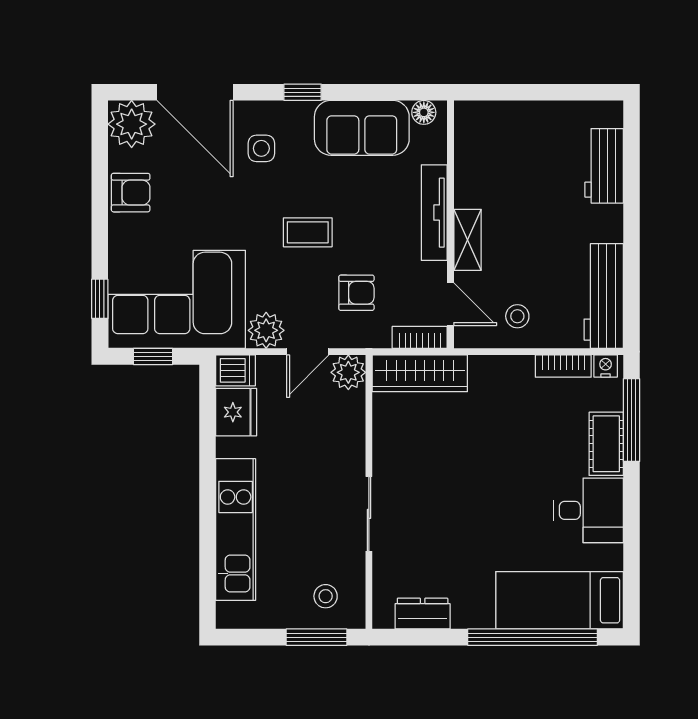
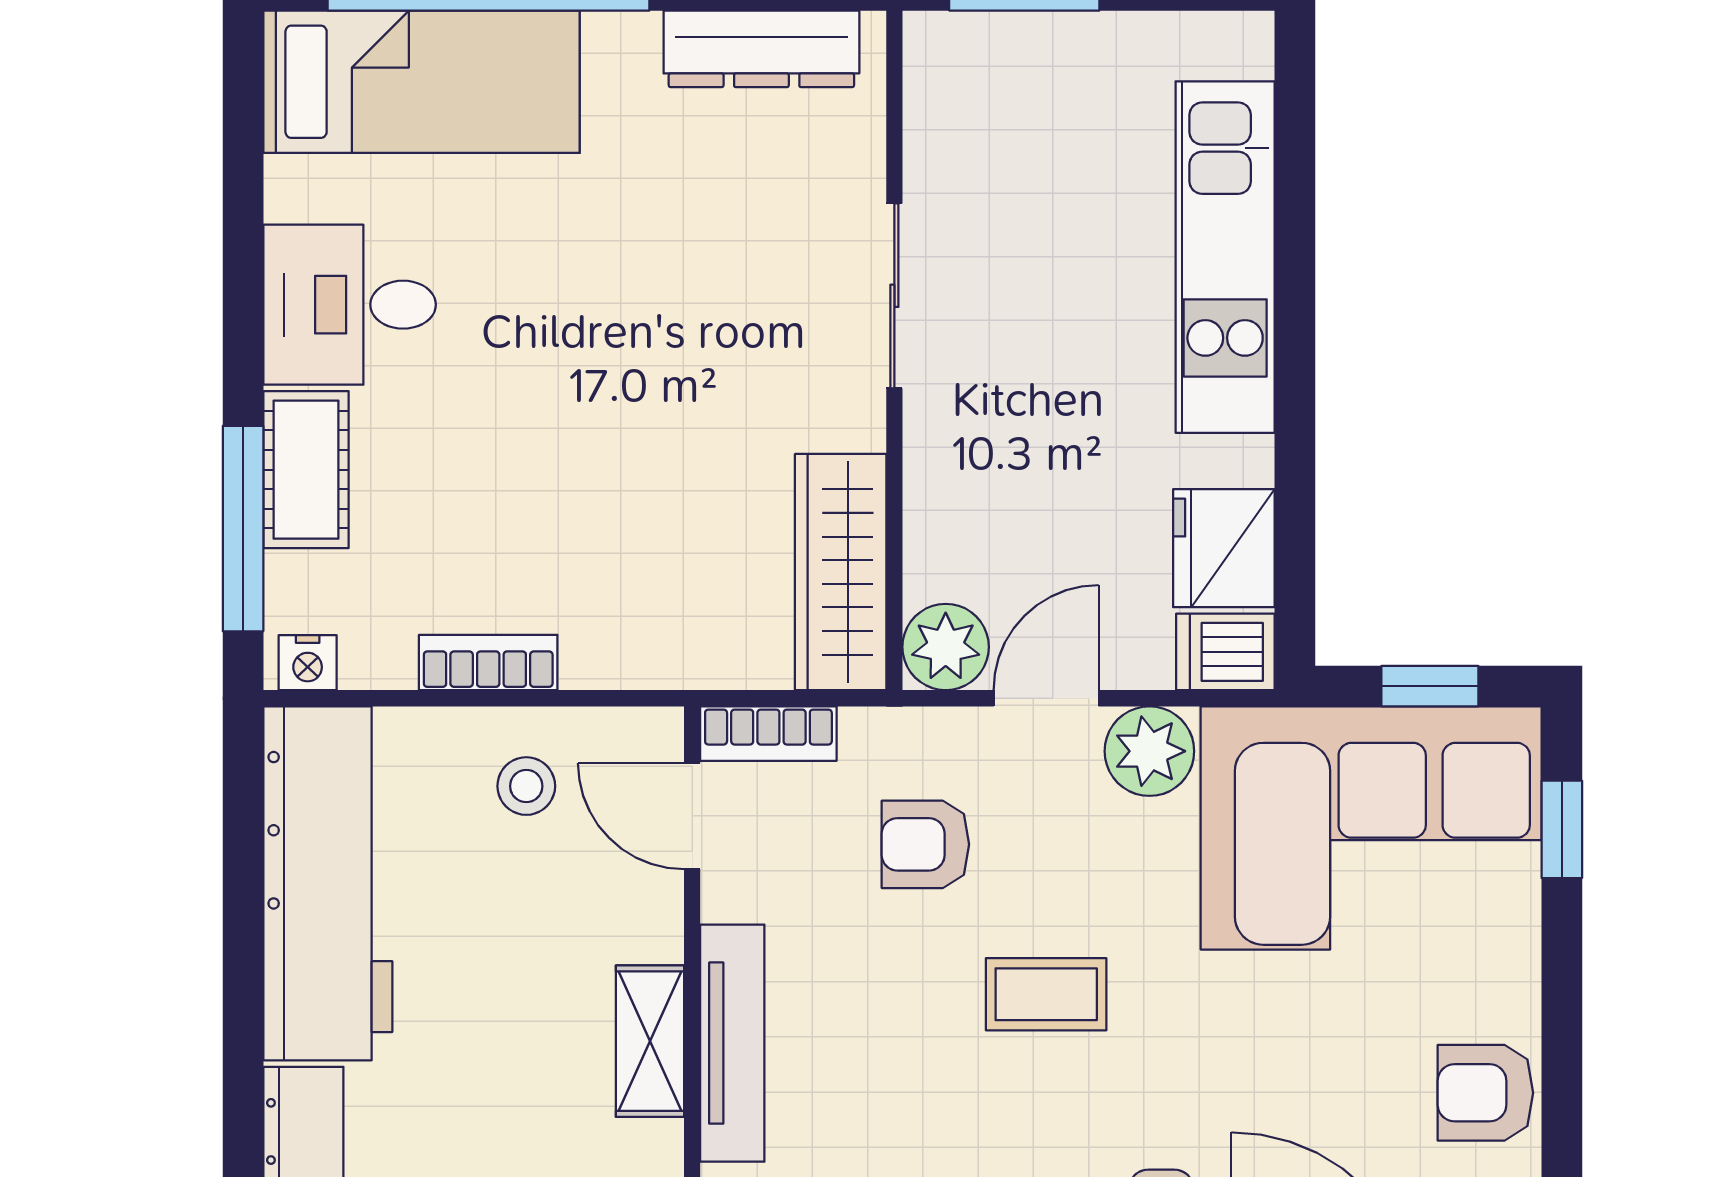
shelving: (468, 240) -> (650, 1041), moved
workbench: (604, 296) -> (328, 883), width x1.36, depth x1.32
bookcase: (563, 366) -> (488, 662), moved
wardrobe: (420, 373) -> (841, 572), moved, turned -90
stool: (326, 596) -> (1002, 92), removed
dresser: (423, 614) -> (761, 49), width x1.44

